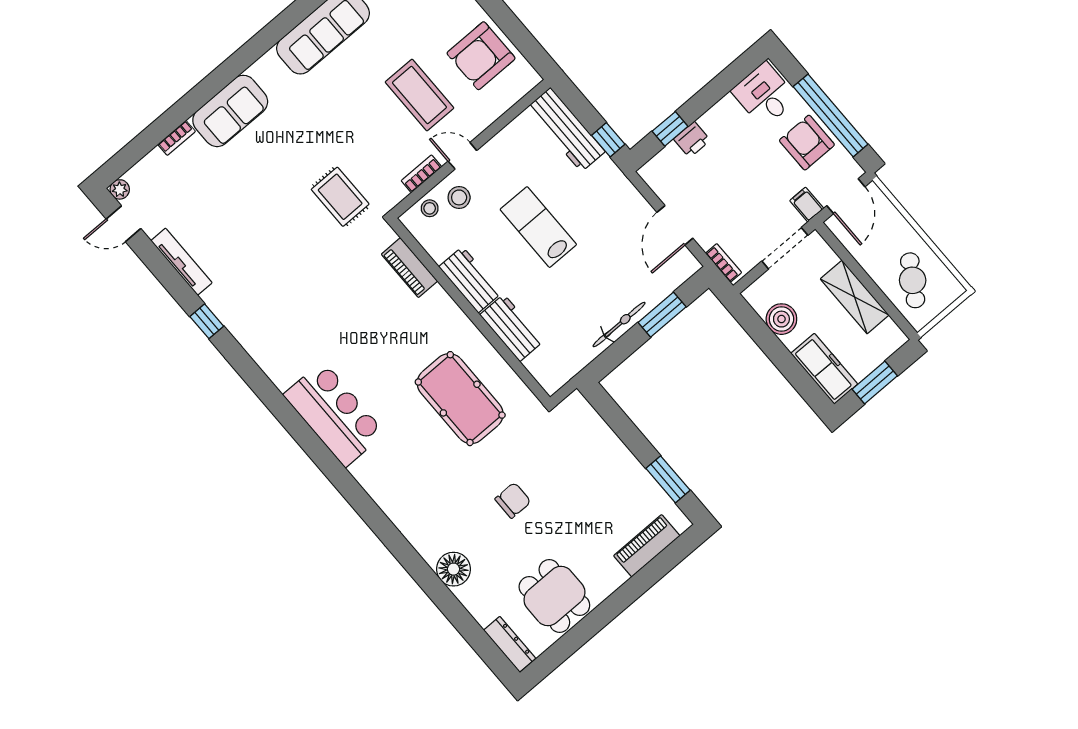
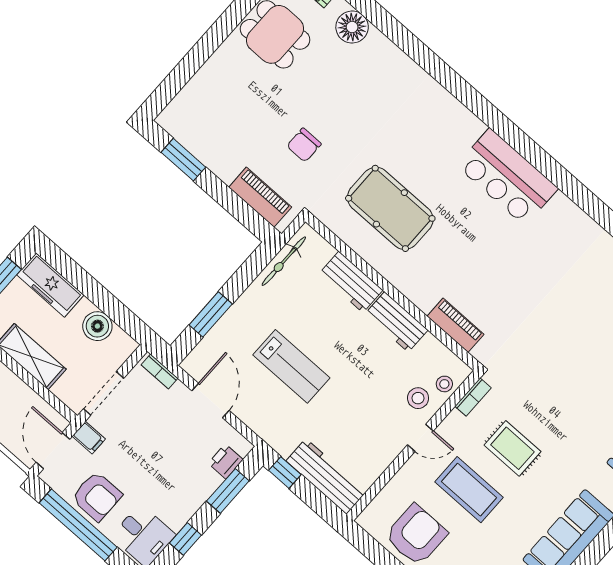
window: (721, 85) -> (185, 539), added
window: (670, 129) -> (228, 491), width x1.50
printer: (692, 140) -> (226, 461), moved
bookcase: (421, 174) -> (473, 397), moved
rug: (340, 197) -> (513, 448), moved
lab bench: (538, 227) -> (291, 366), moved
bicycle: (619, 324) -> (284, 261), moved
chair: (513, 500) -> (304, 145), moved
piano: (647, 546) -> (260, 197), moved, turned -90
floor lamp: (453, 569) -> (352, 27), moved

